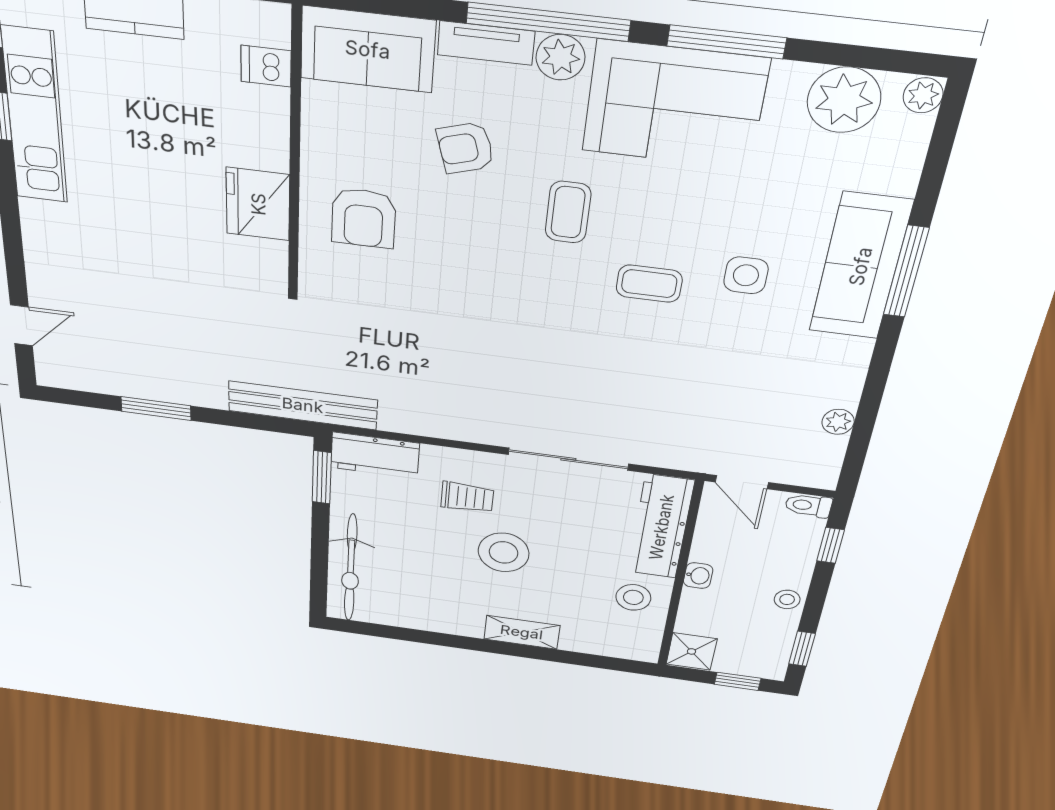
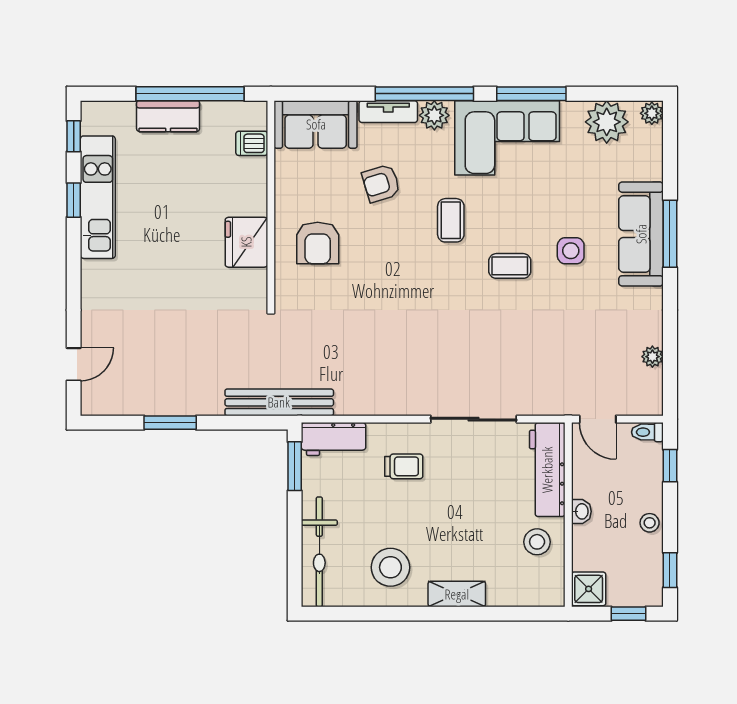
stool: (504, 552) -> (390, 567), moved

